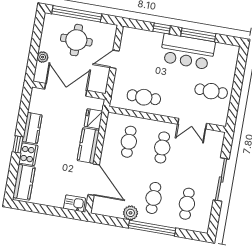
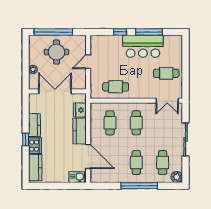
double door: (192, 124) -> (167, 101), moved
plant: (130, 213) -> (177, 177), moved

